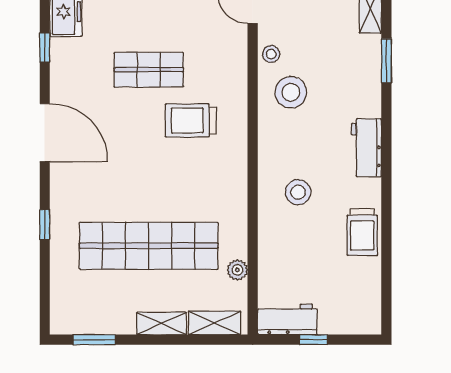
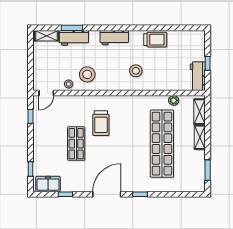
workbench: (366, 65) -> (74, 38), added
window: (45, 225) -> (140, 194), moved

